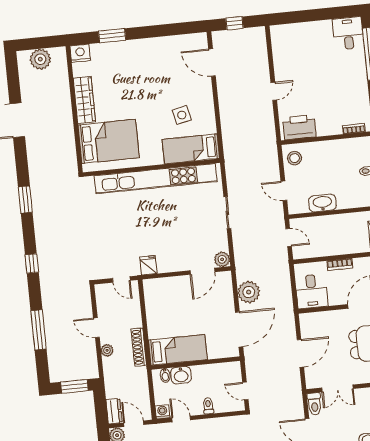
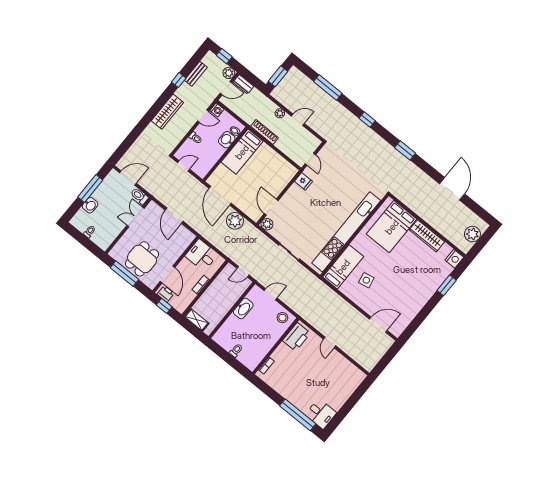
window: (235, 23) -> (387, 358), removed
door: (121, 279) -> (310, 159), swing flipped

